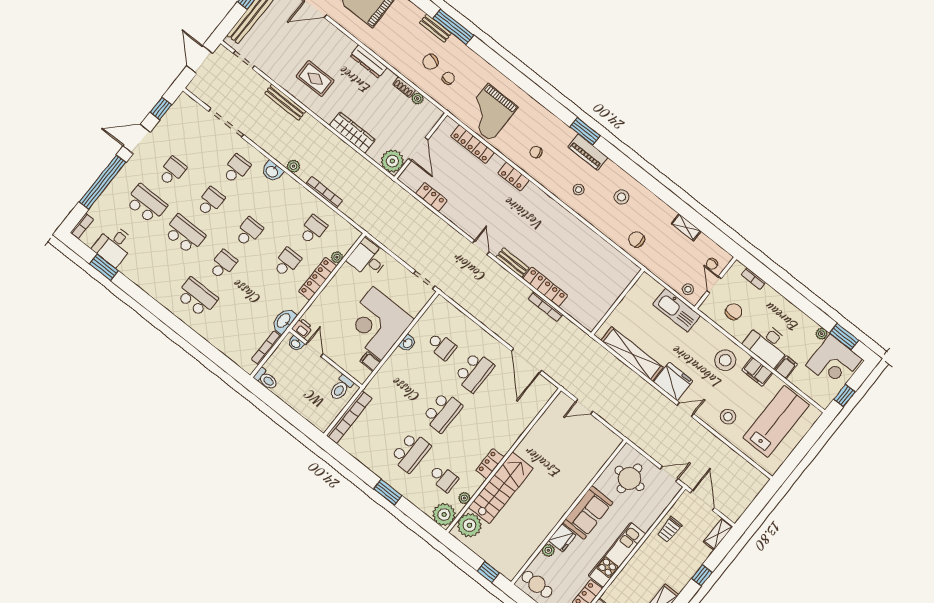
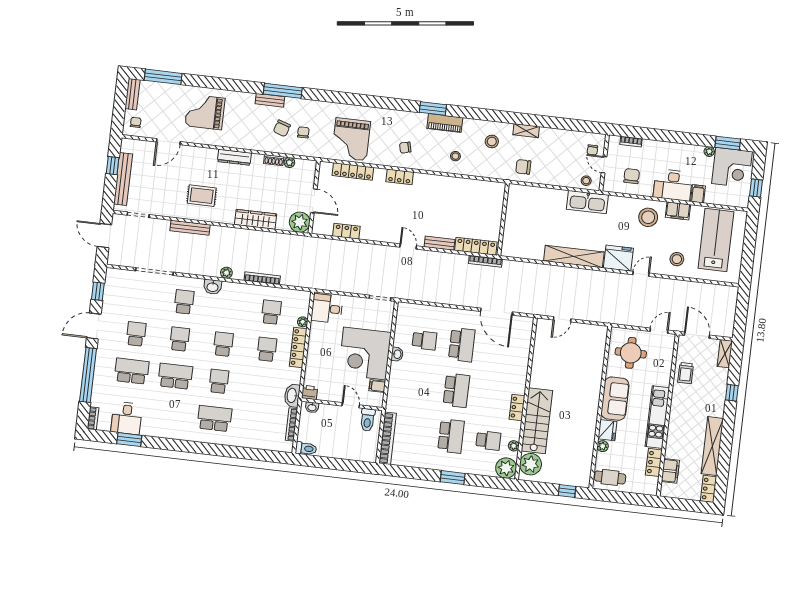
shelving: (686, 227) -> (526, 131), moved
wall: (618, 302) -> (503, 219), moved
door: (314, 349) -> (351, 405), moved

